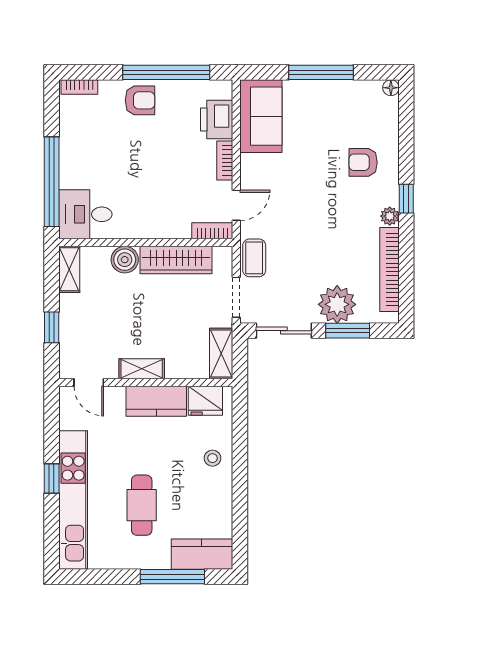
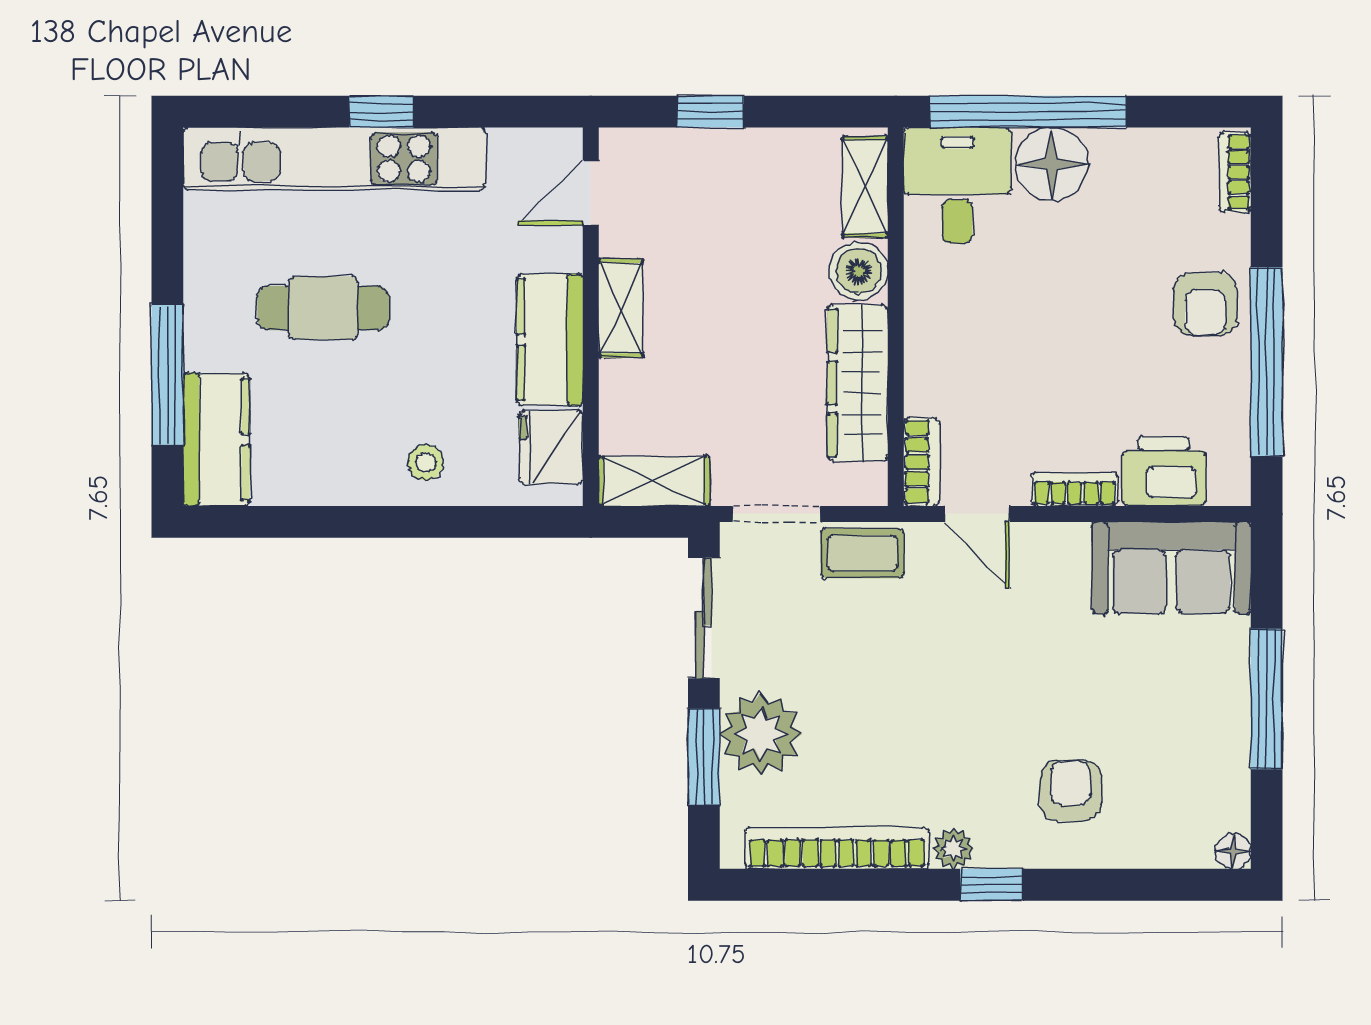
floor lamp: (76, 171) -> (1052, 164), added
shelving: (69, 269) -> (865, 187), moved, turned 90

